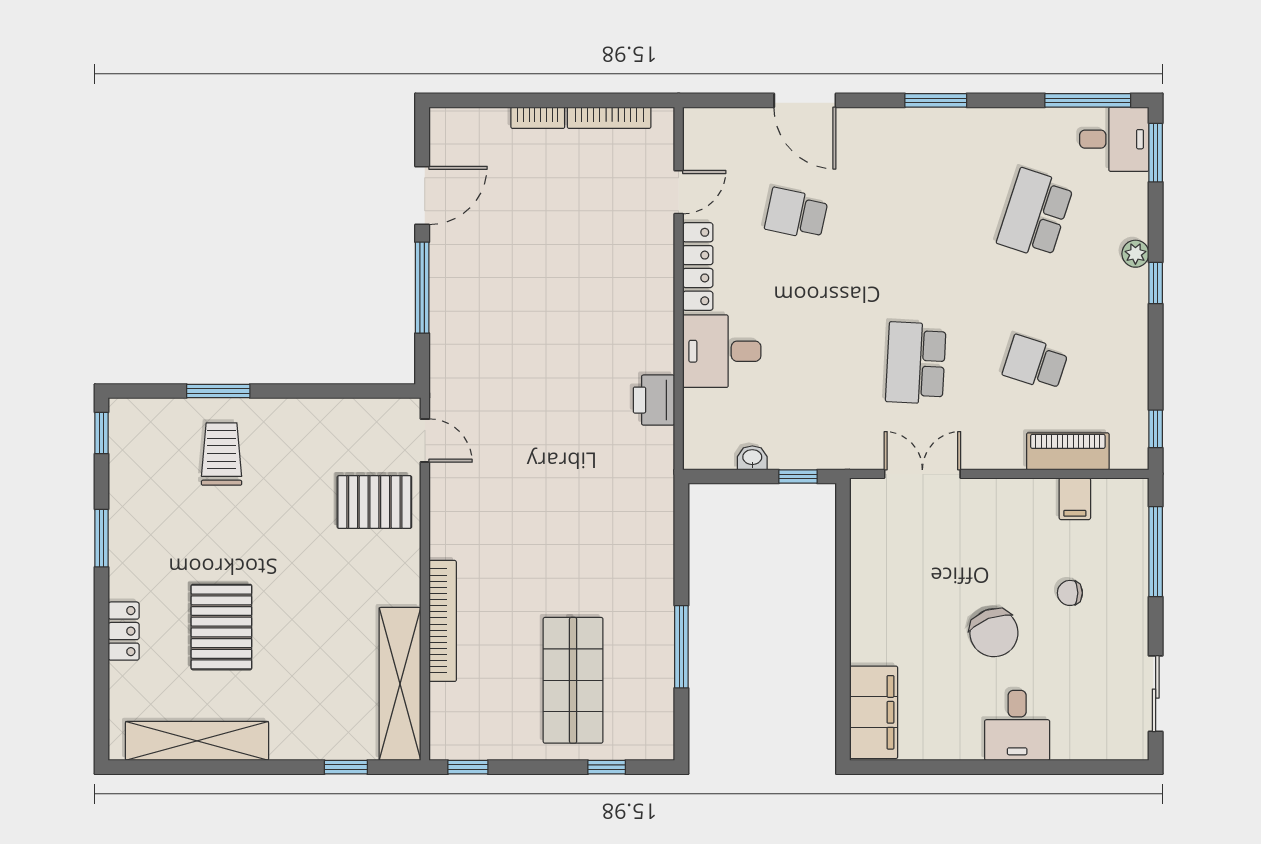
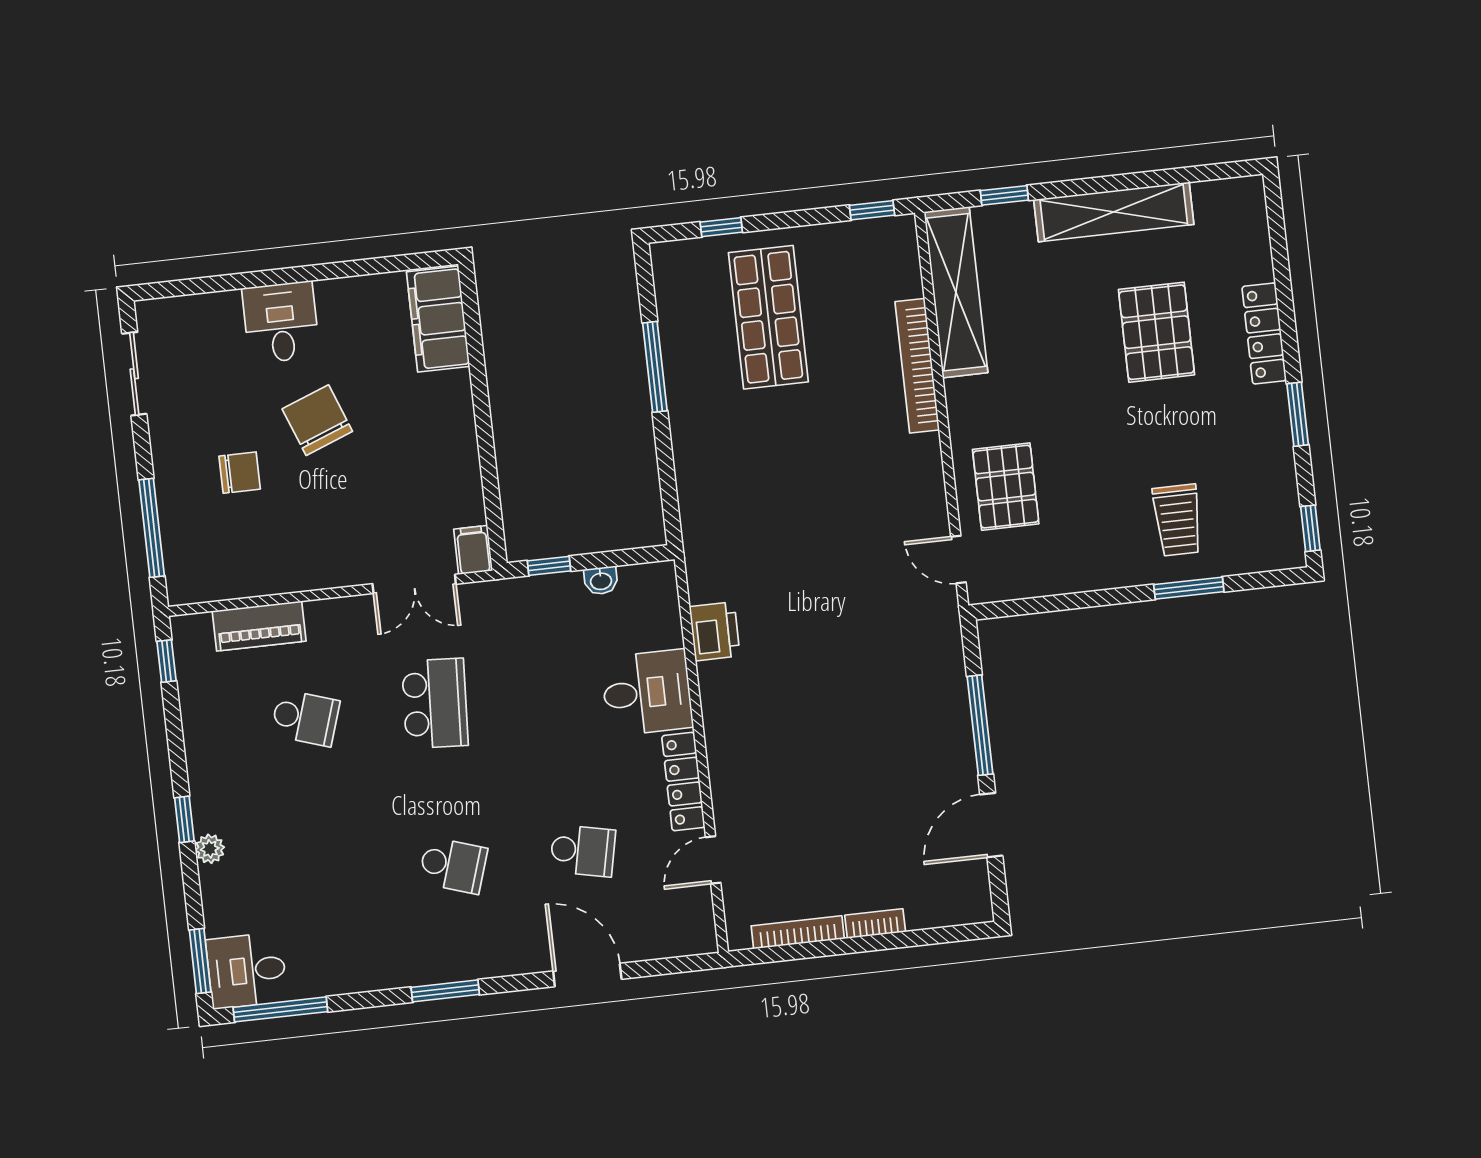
school desk: (1035, 214) -> (453, 865), moved, width x0.54
filing cabinet: (1075, 499) -> (473, 550), moved
pallet: (374, 502) -> (1006, 487), turned 90
chair: (1070, 593) -> (240, 473), width x1.37, depth x1.37
locker: (124, 631) -> (1264, 333), width x1.53
shelving: (197, 741) -> (1114, 212), moved

